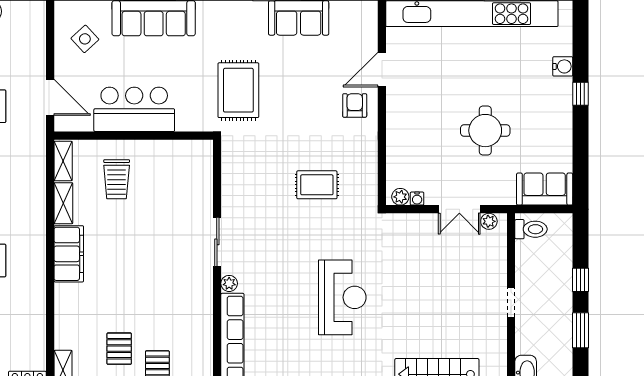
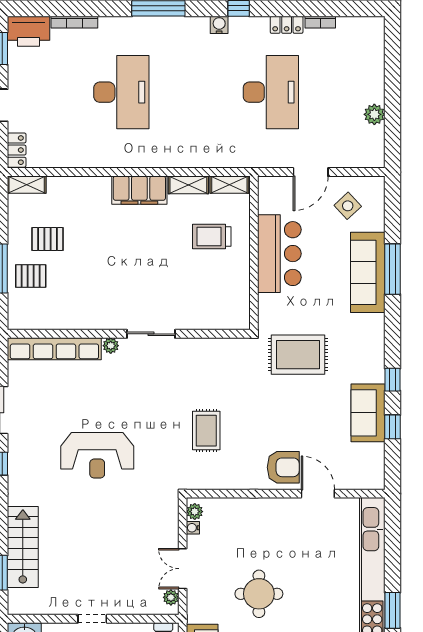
door: (50, 97) -> (311, 172), moved
armchair: (355, 105) -> (283, 467), width x1.38, depth x1.38

